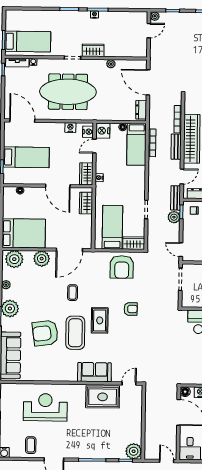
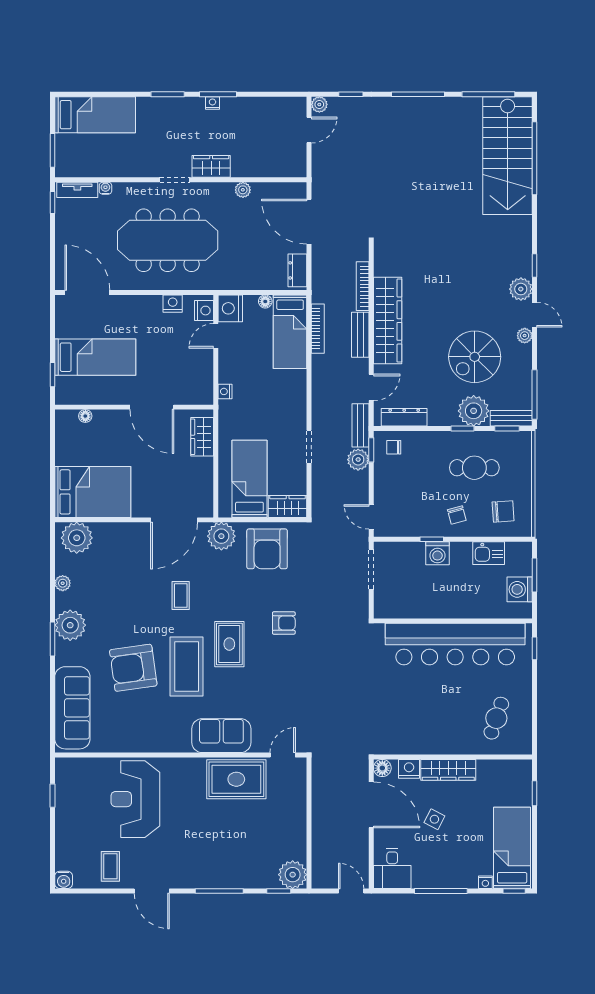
bed: (28, 41) -> (95, 115), moved
wardrobe: (86, 174) -> (202, 385), removed
plant: (42, 259) -> (221, 536), moved
reception desk: (45, 407) -> (135, 799), turned -90

